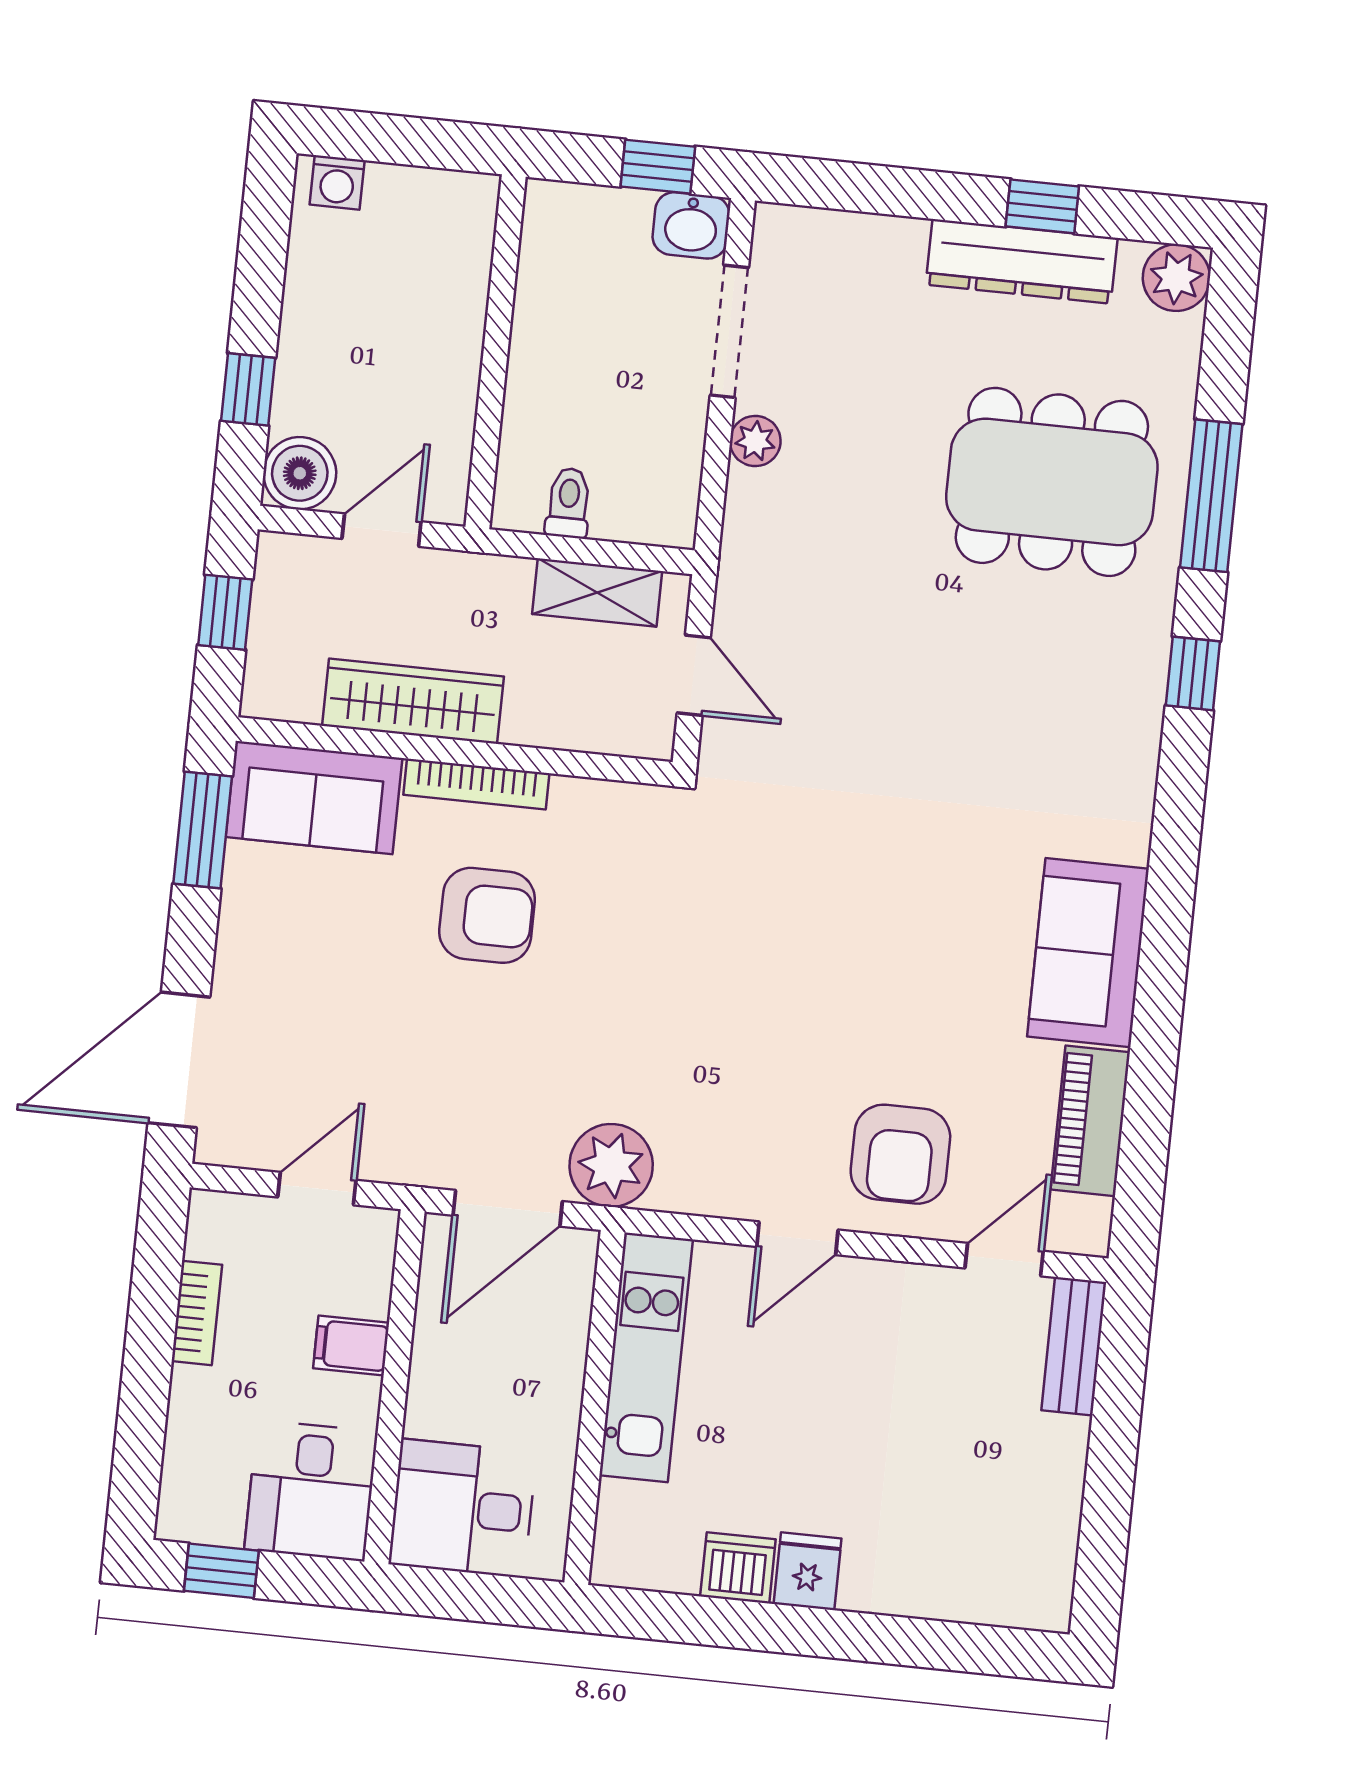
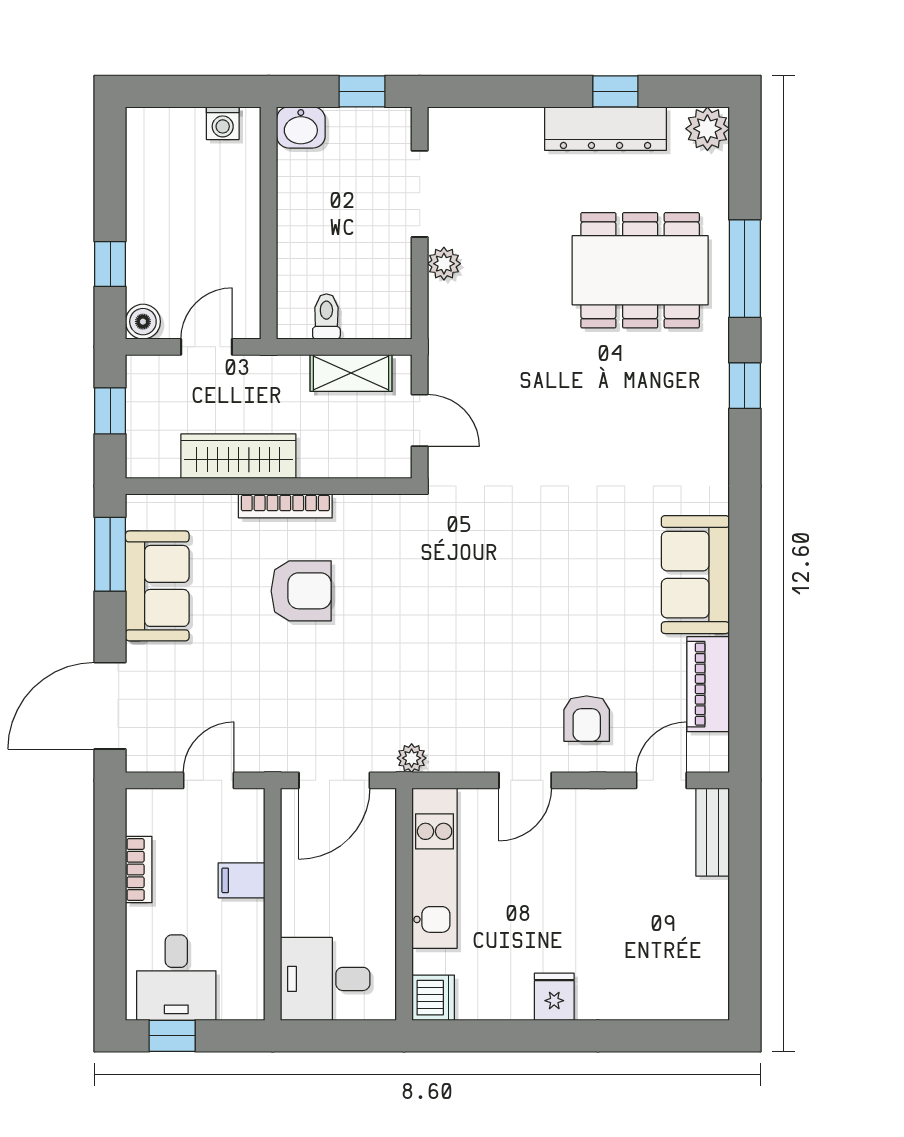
washing machine: (337, 182) -> (223, 123), moved
washbasin: (691, 225) -> (301, 127), moved
boiler: (300, 473) -> (143, 322), width x0.73, depth x0.73
sofa: (314, 798) -> (157, 586), moved, turned -90
armchair: (900, 1154) -> (587, 719), width x0.72, depth x0.72
plant: (611, 1165) -> (412, 758), width x0.53, depth x0.53
desk: (311, 1491) -> (176, 978), moved
dishwasher: (738, 1568) -> (433, 998), moved, turned 90

